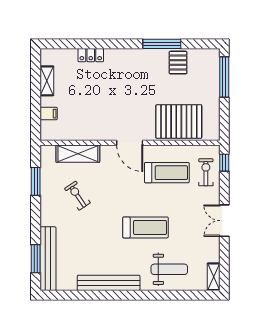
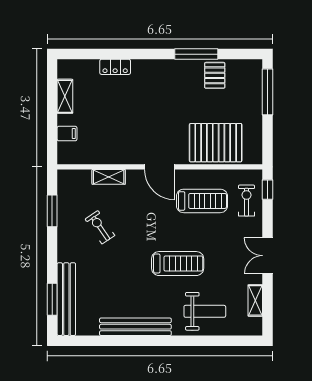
shelving: (78, 154) -> (109, 177), width x0.67, depth x0.75
shelving: (214, 277) -> (255, 300), moved

